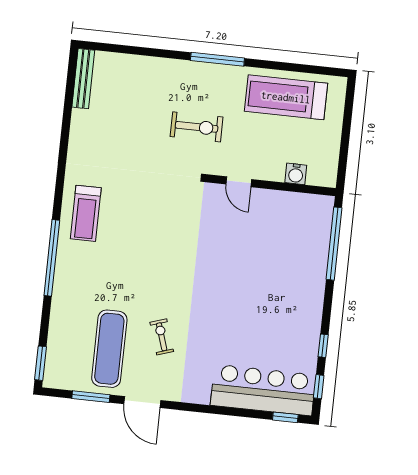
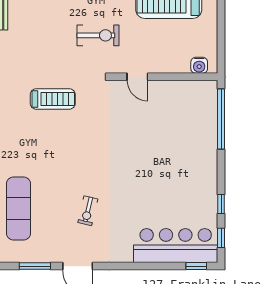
water cooler: (296, 174) -> (199, 65), moved
treadmill: (86, 213) -> (53, 99), moved, turned -90
exercise bike: (162, 337) -> (88, 211), turned -149
exercise mat: (109, 349) -> (18, 208), moved

